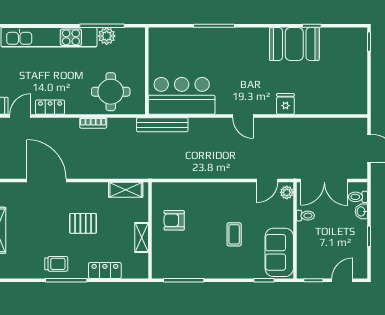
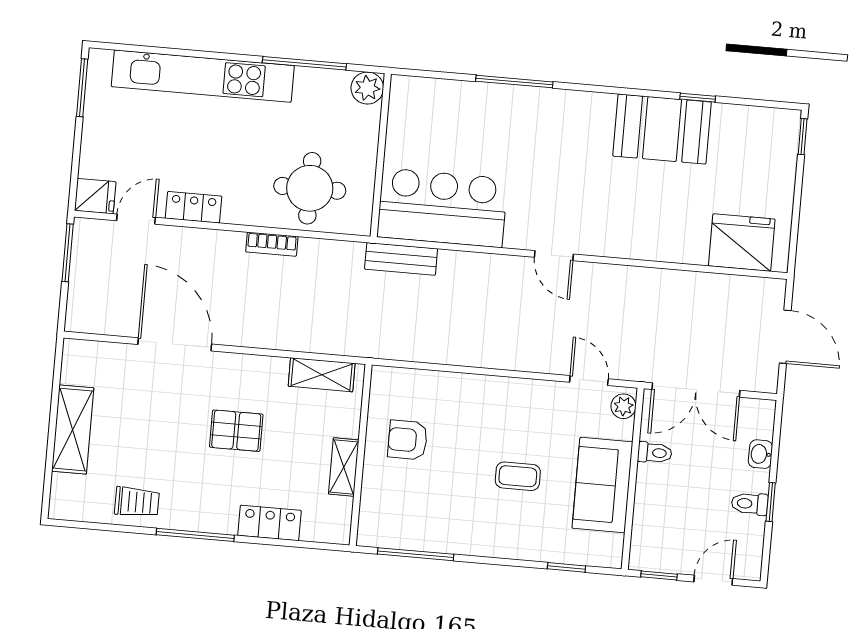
plant: (107, 36) -> (367, 88), moved
fridge: (285, 104) -> (742, 243), moved, width x1.88, depth x1.34
bench: (162, 125) -> (401, 259), width x0.73
door: (267, 180) -> (589, 381), swing flipped
toilet: (358, 197) -> (750, 504), moved
coffee table: (234, 234) -> (518, 476), turned 90
sofa: (279, 252) -> (602, 485), moved
trolley: (56, 264) -> (137, 502), moved

